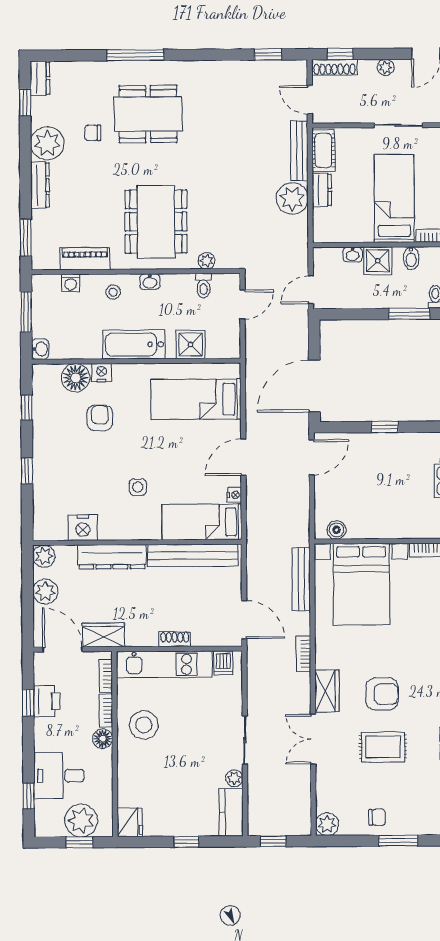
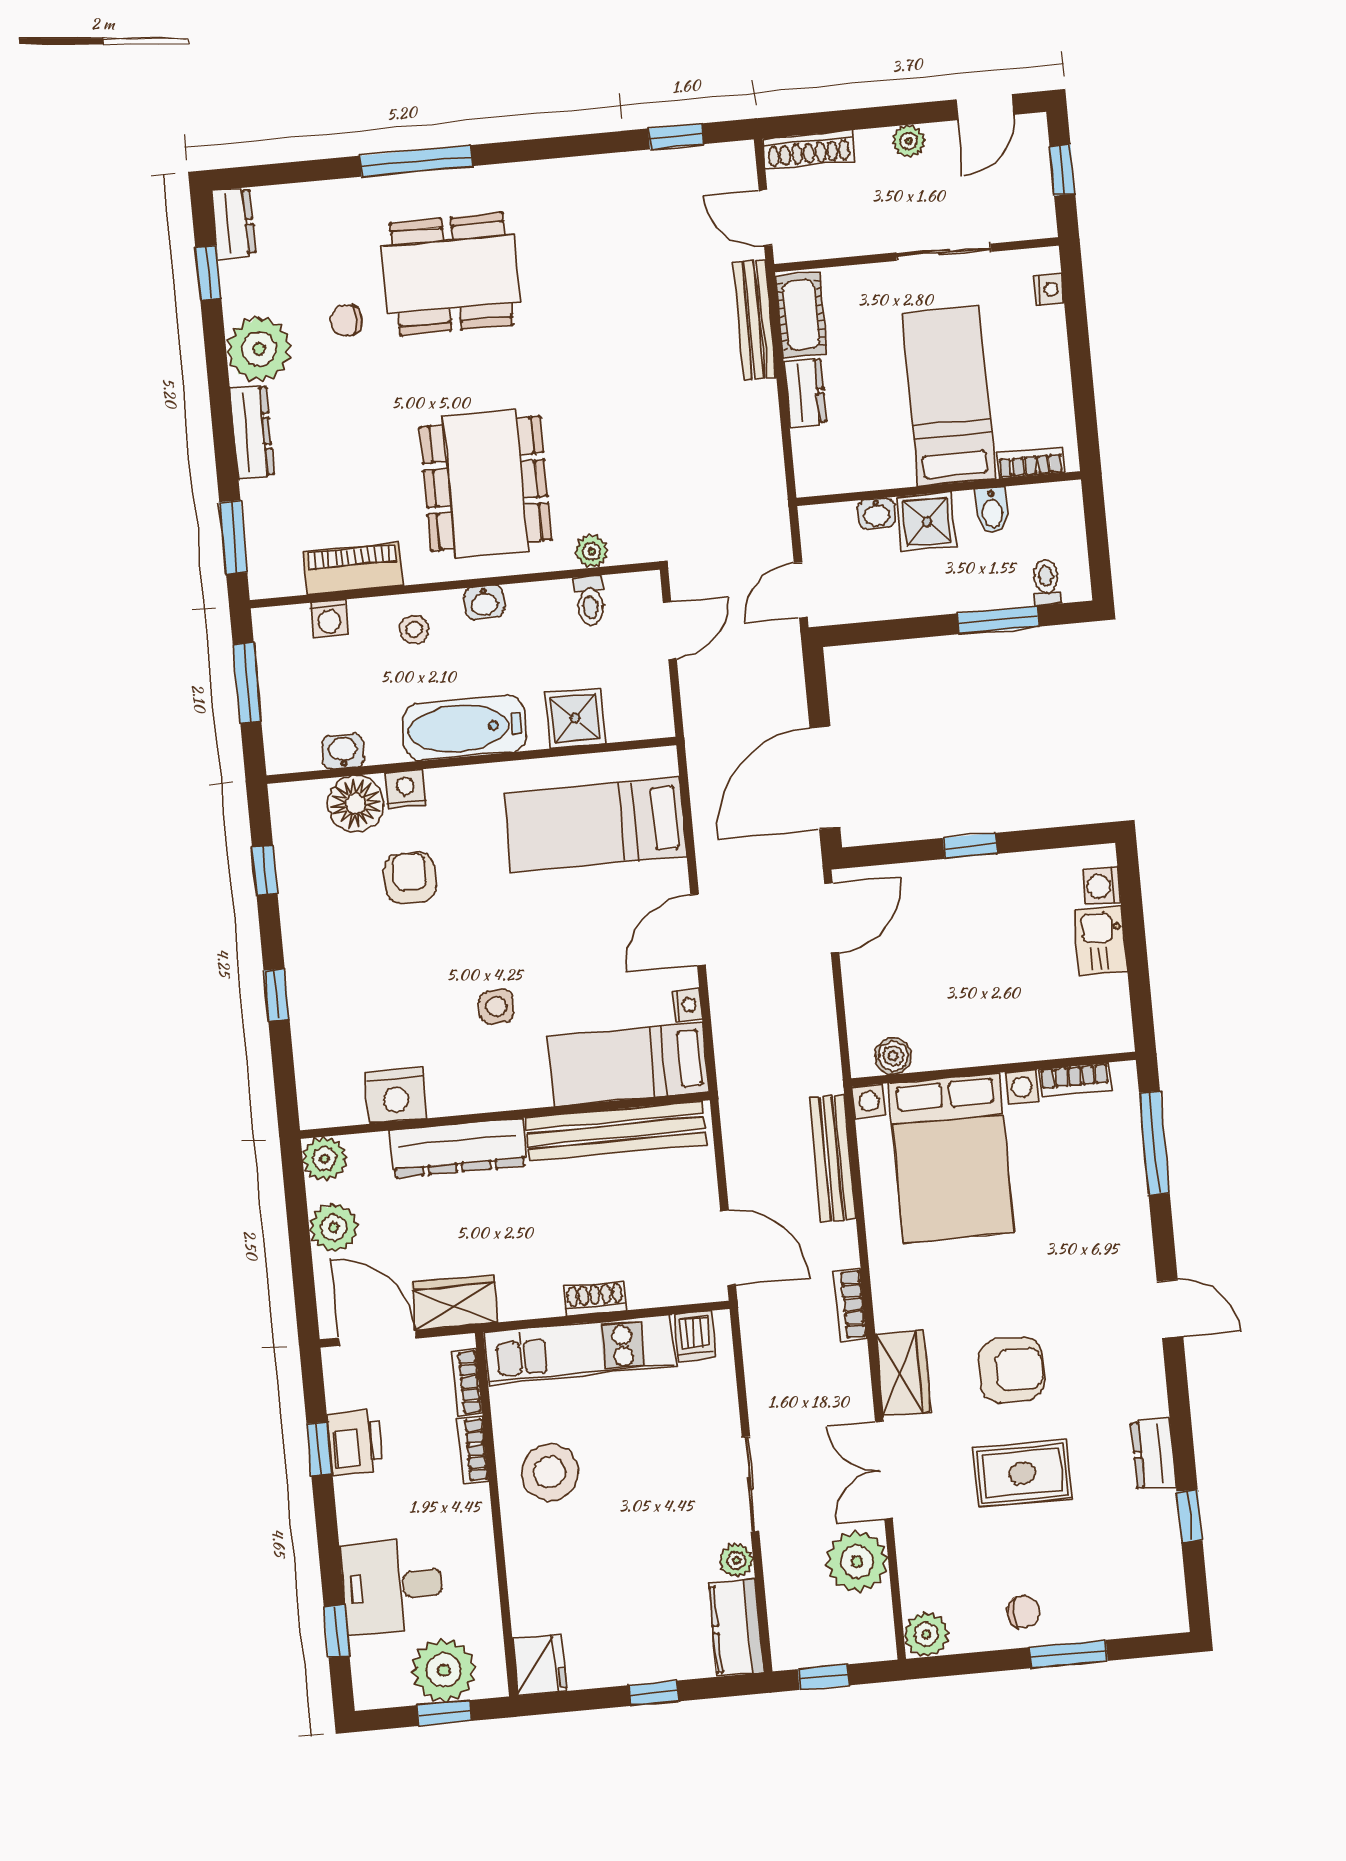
window: (340, 54) -> (817, 123), removed
plant: (292, 198) -> (857, 1562), moved
washbasin: (40, 349) -> (343, 751), moved, turned -90
floor lamp: (103, 739) -> (472, 1506), removed

